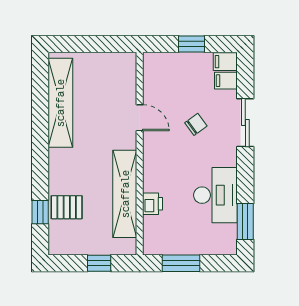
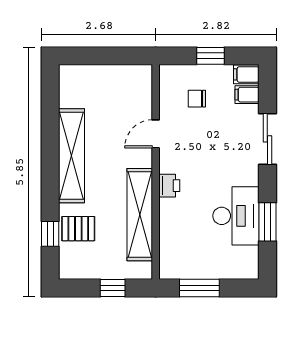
shelving: (60, 103) -> (72, 156), moved
door: (140, 118) -> (156, 134), swing flipped
chair: (196, 124) -> (197, 99), moved, turned -144
printer: (153, 204) -> (169, 186), moved
window: (245, 222) -> (267, 222), moved

